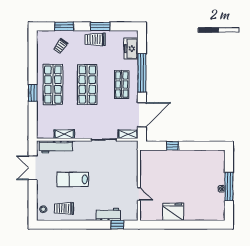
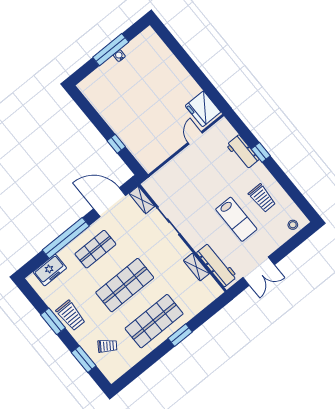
trolley: (64, 209) -> (262, 198), moved
fridge: (173, 212) -> (203, 109), moved
window: (117, 225) -> (261, 152), moved

